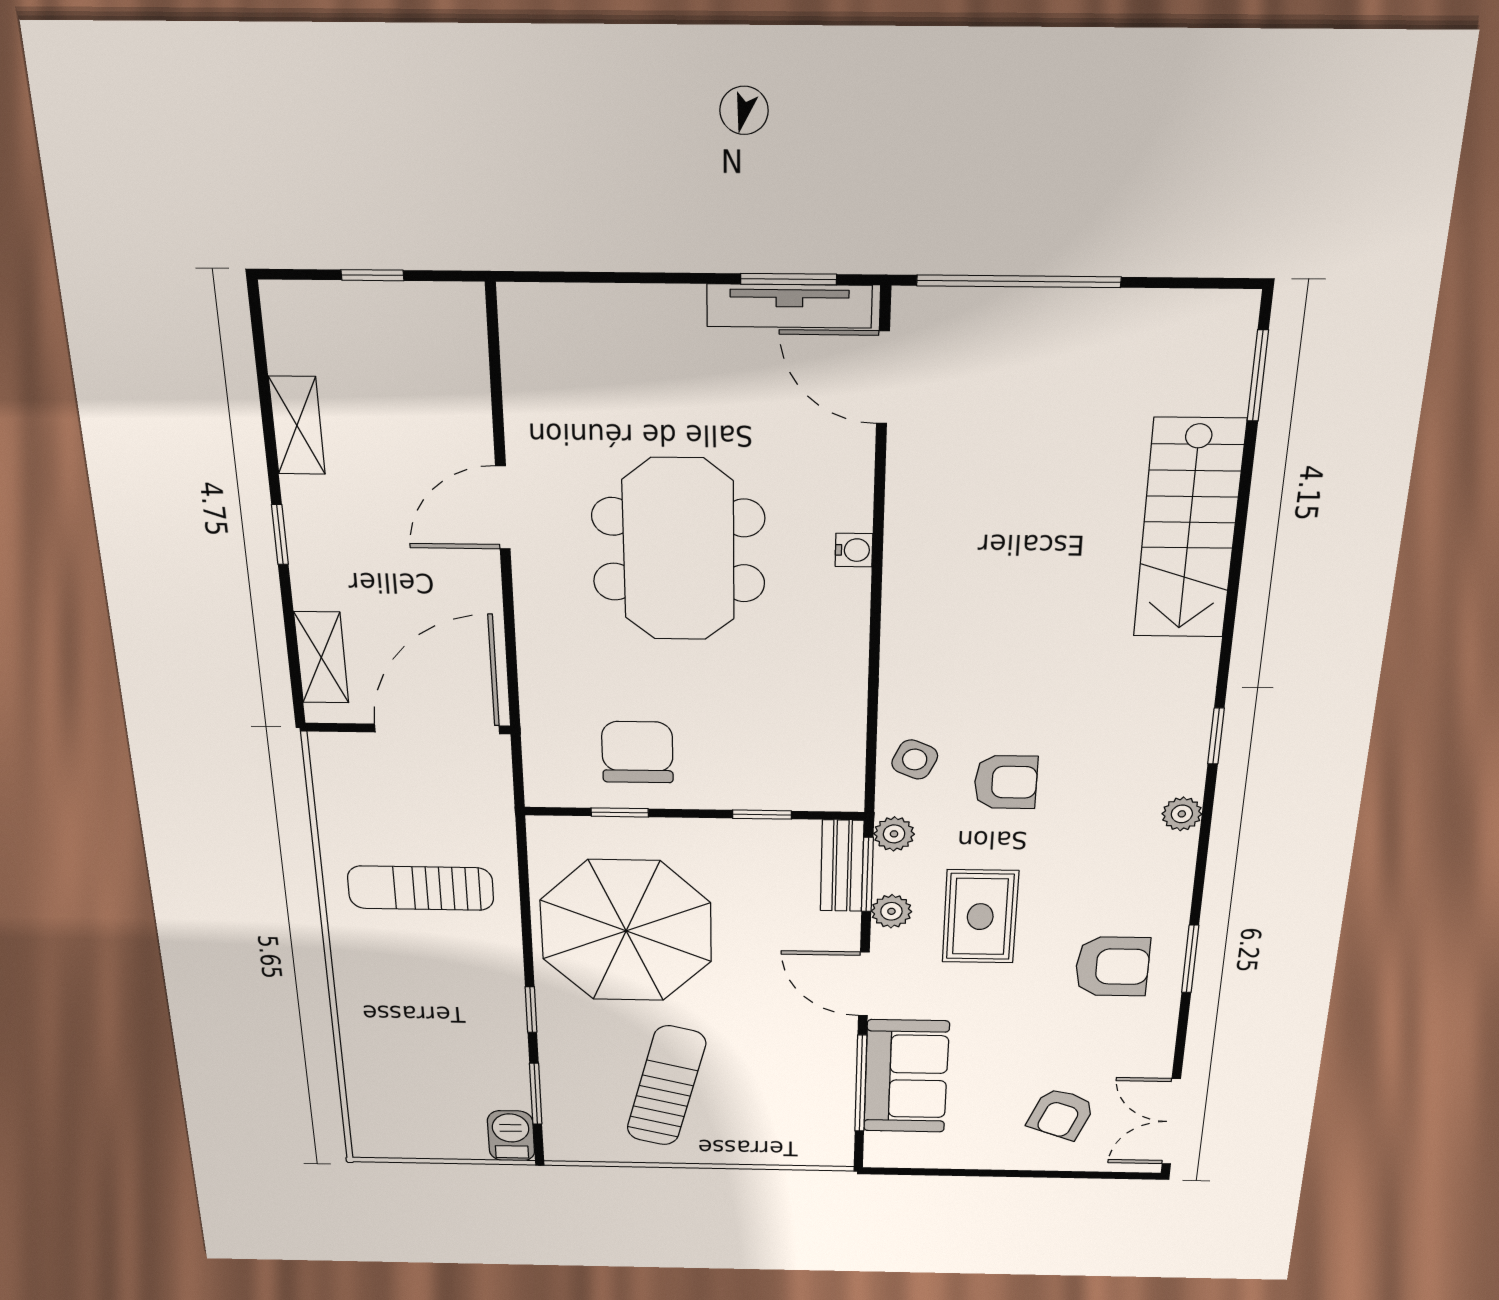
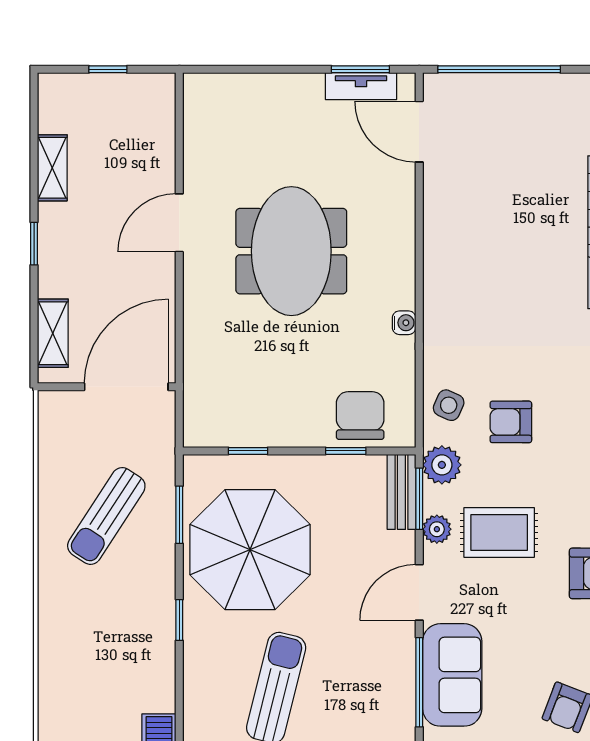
tv unit: (789, 306) -> (361, 86), width x0.71
water cooler: (854, 550) -> (404, 323), moved
chair: (637, 752) -> (360, 416), moved
armchair: (1006, 782) -> (511, 422), turned 180
plant: (894, 834) -> (442, 465), width x1.38, depth x1.38
sun lounger: (421, 888) -> (106, 516), turned -57
rug: (980, 917) -> (499, 532), turned 90
door: (864, 984) -> (419, 592), hinge flipped
window: (536, 1094) -> (179, 515), moved

